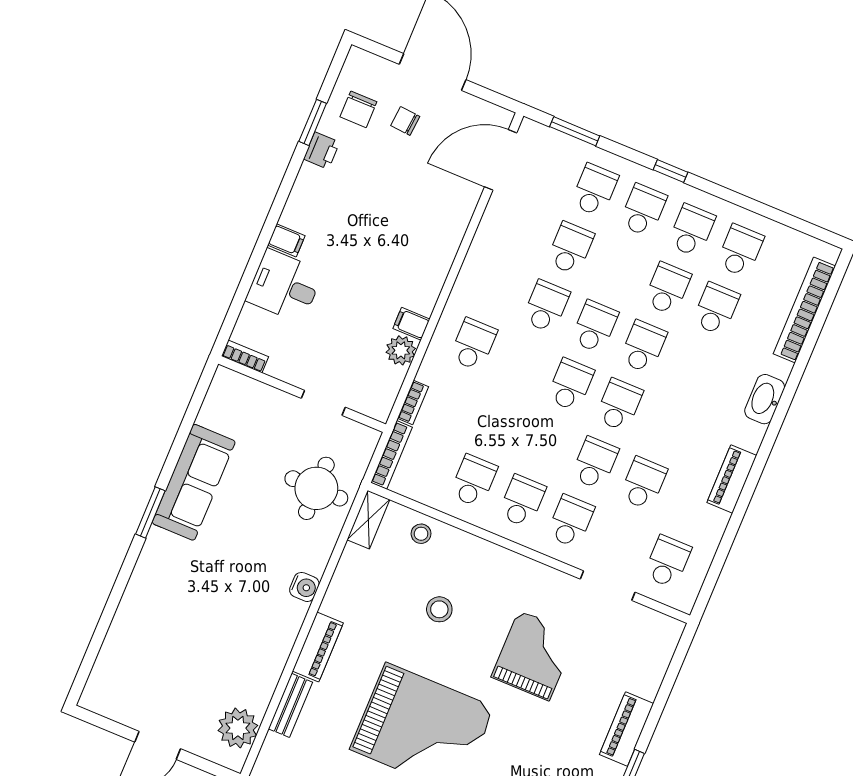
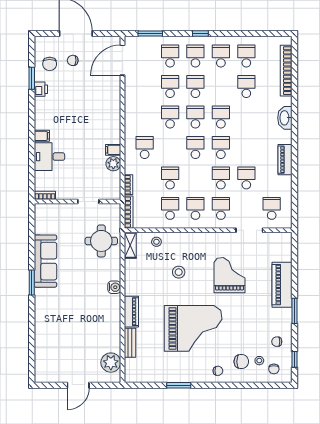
school desk: (667, 289) -> (195, 87), moved
school desk: (498, 423) -> (170, 178), added
piano: (626, 729) -> (282, 285), width x1.37, depth x1.33

